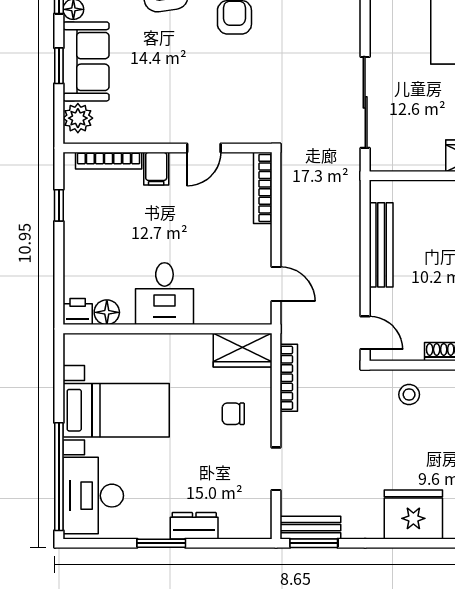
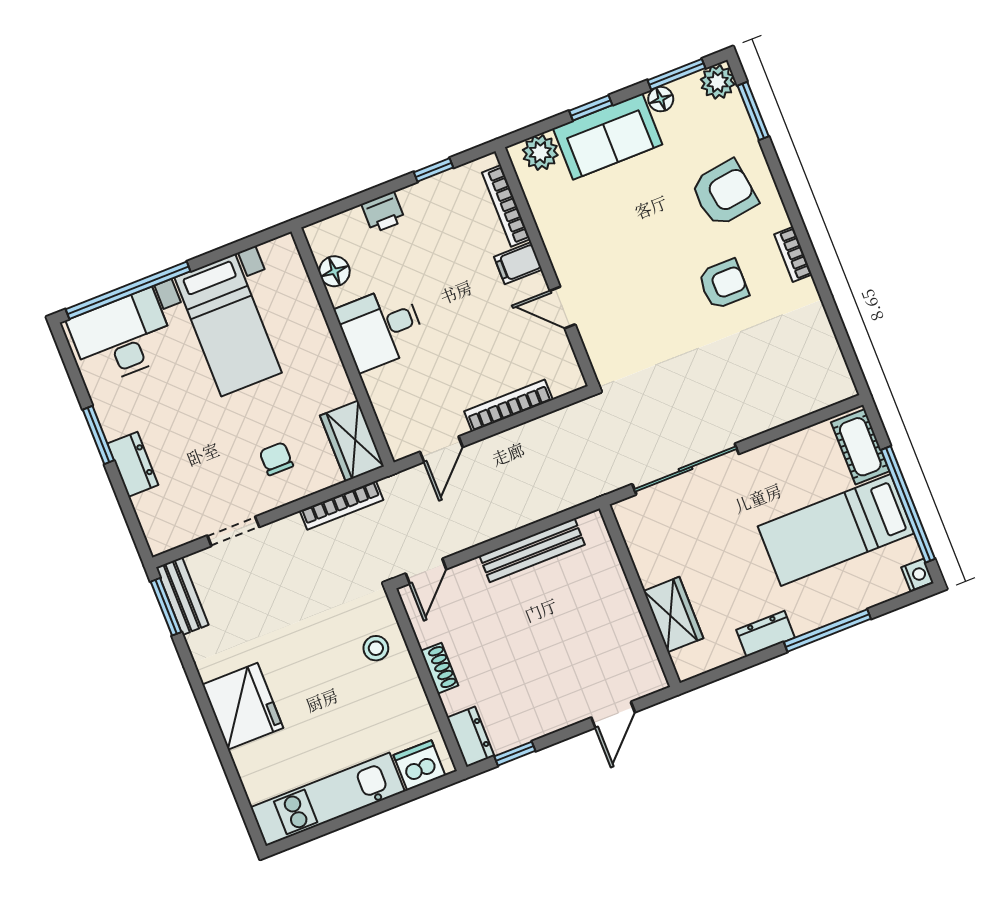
bookcase: (263, 188) -> (508, 406), moved
printer: (78, 312) -> (383, 212), moved, turned 90

